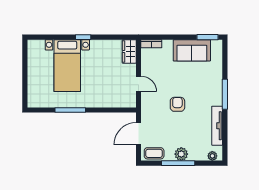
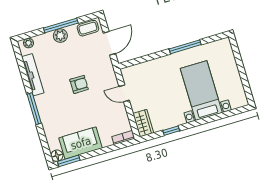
window: (83, 37) -> (171, 131), moved
floor lamp: (217, 45) -> (57, 156), added
armchair: (177, 104) -> (79, 84), turned -90

